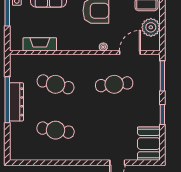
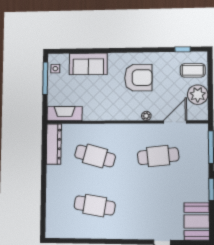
fireplace: (40, 44) -> (65, 114), moved
window: (7, 100) -> (44, 172), removed
dresser: (16, 102) -> (54, 144), moved

